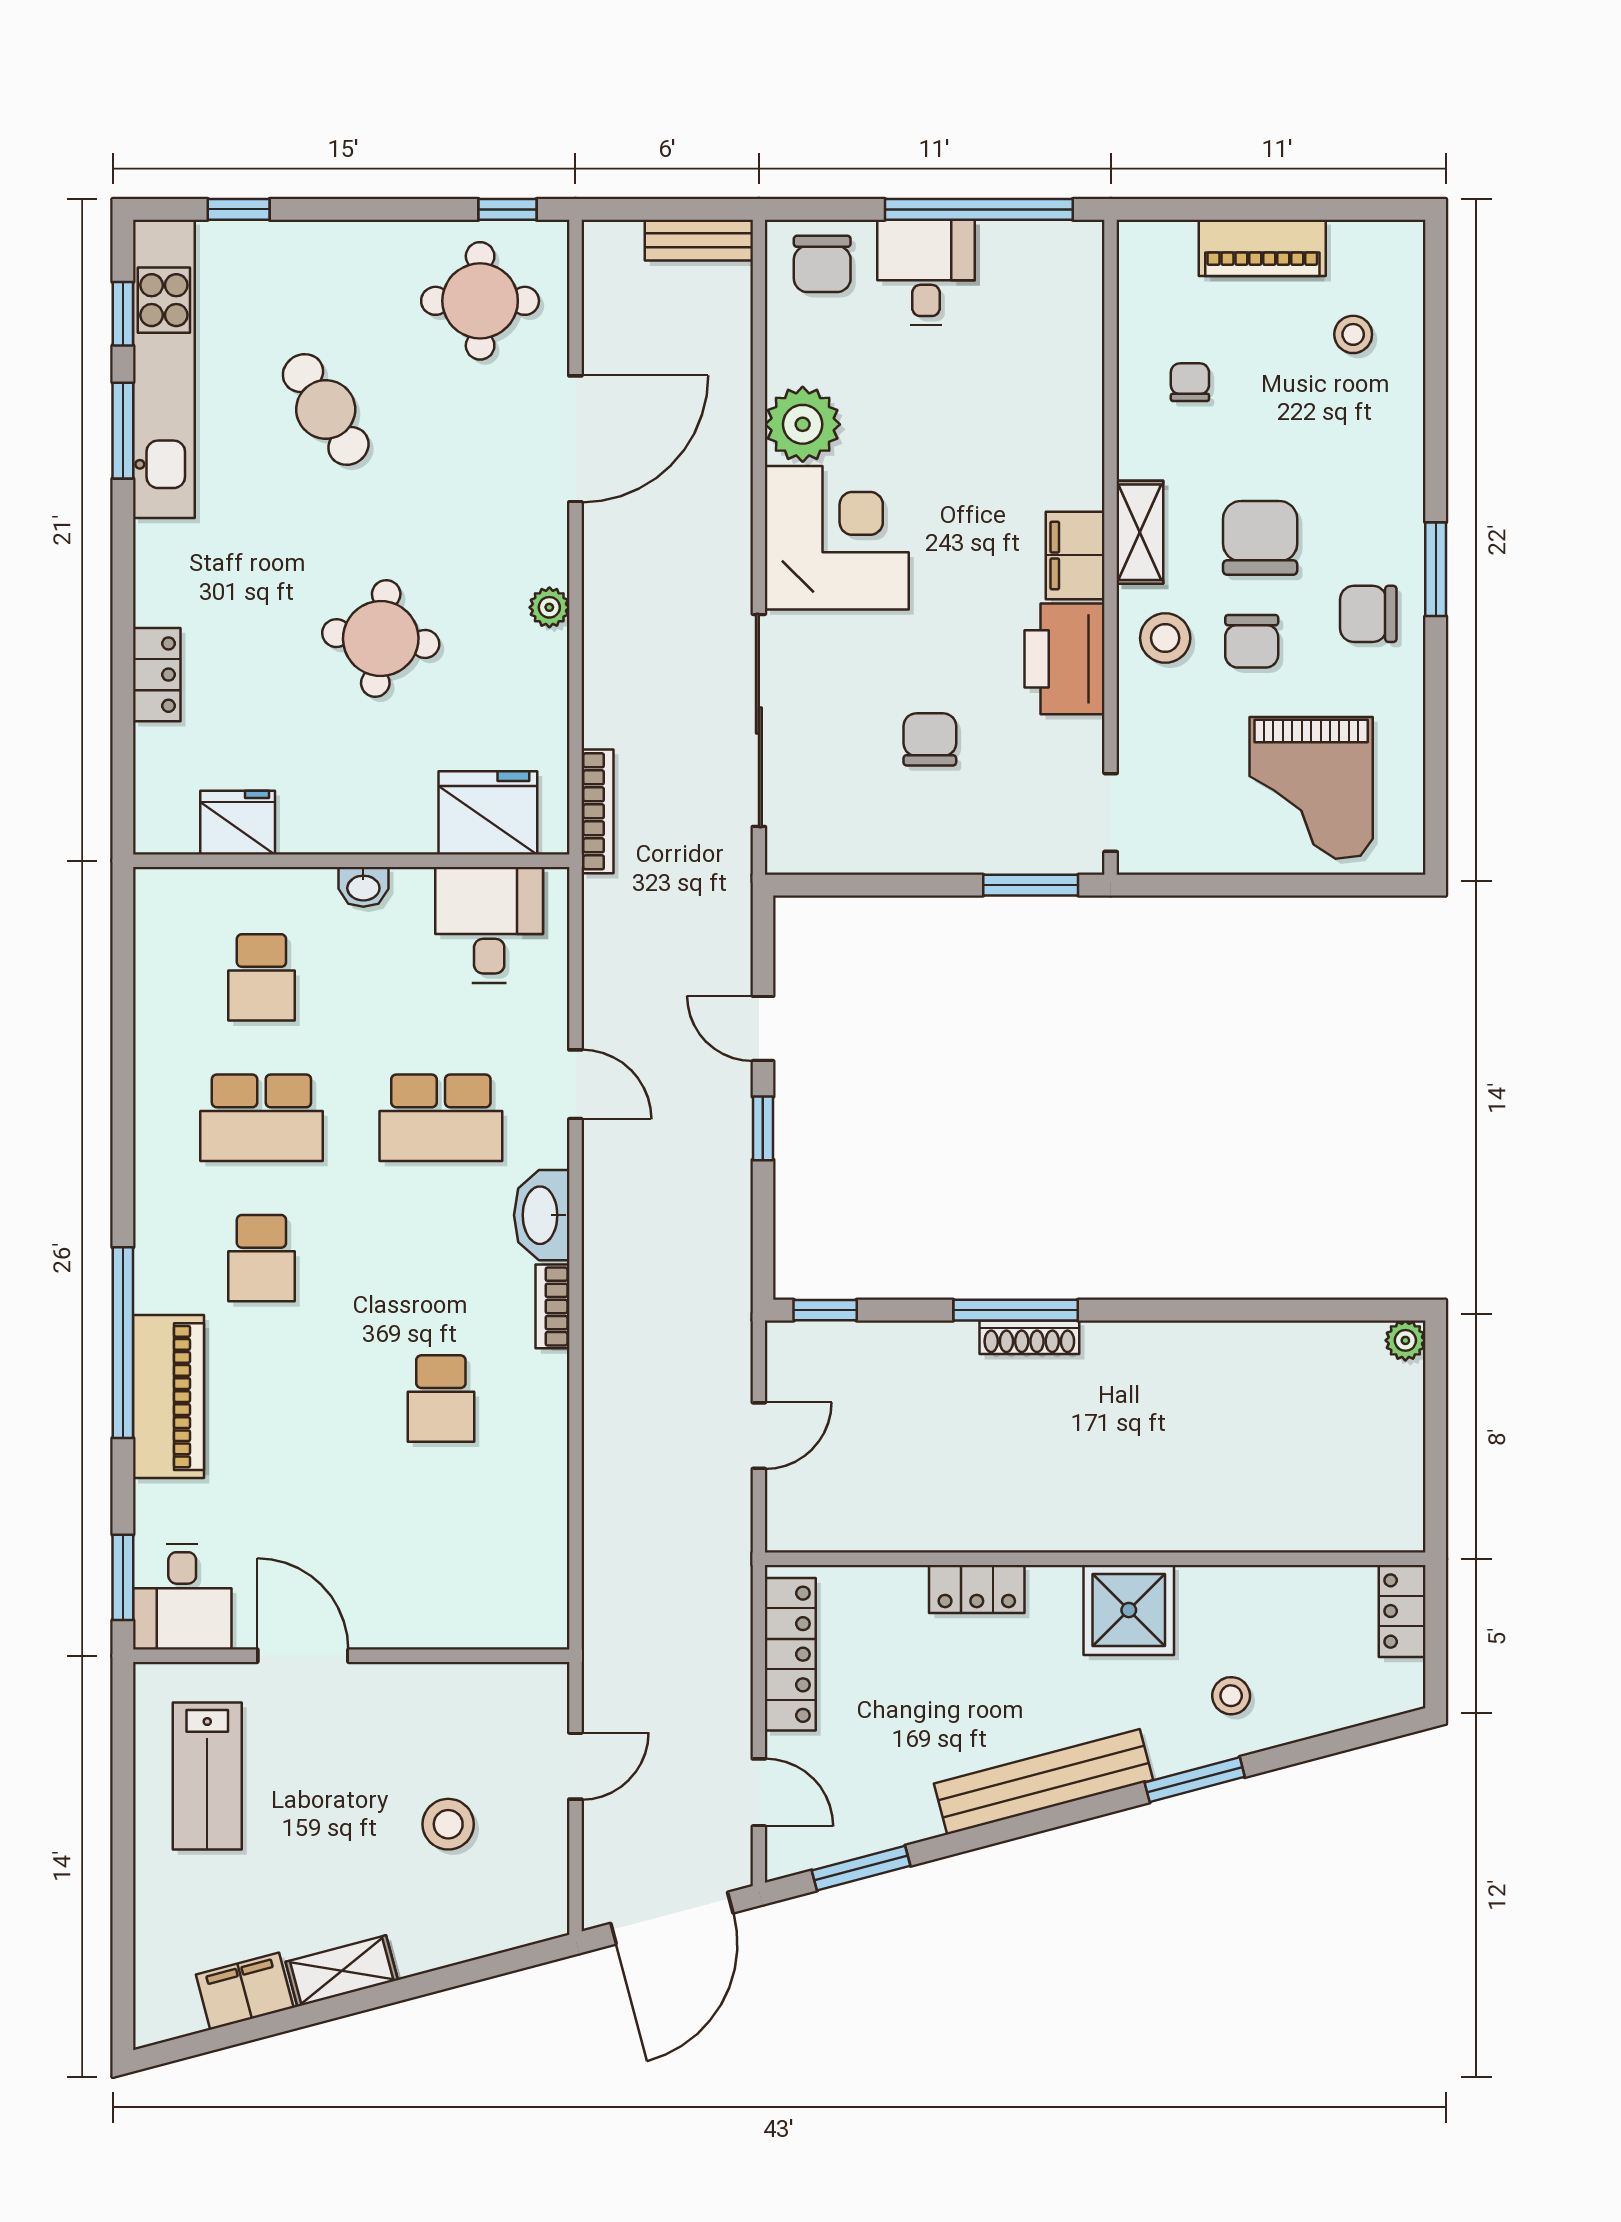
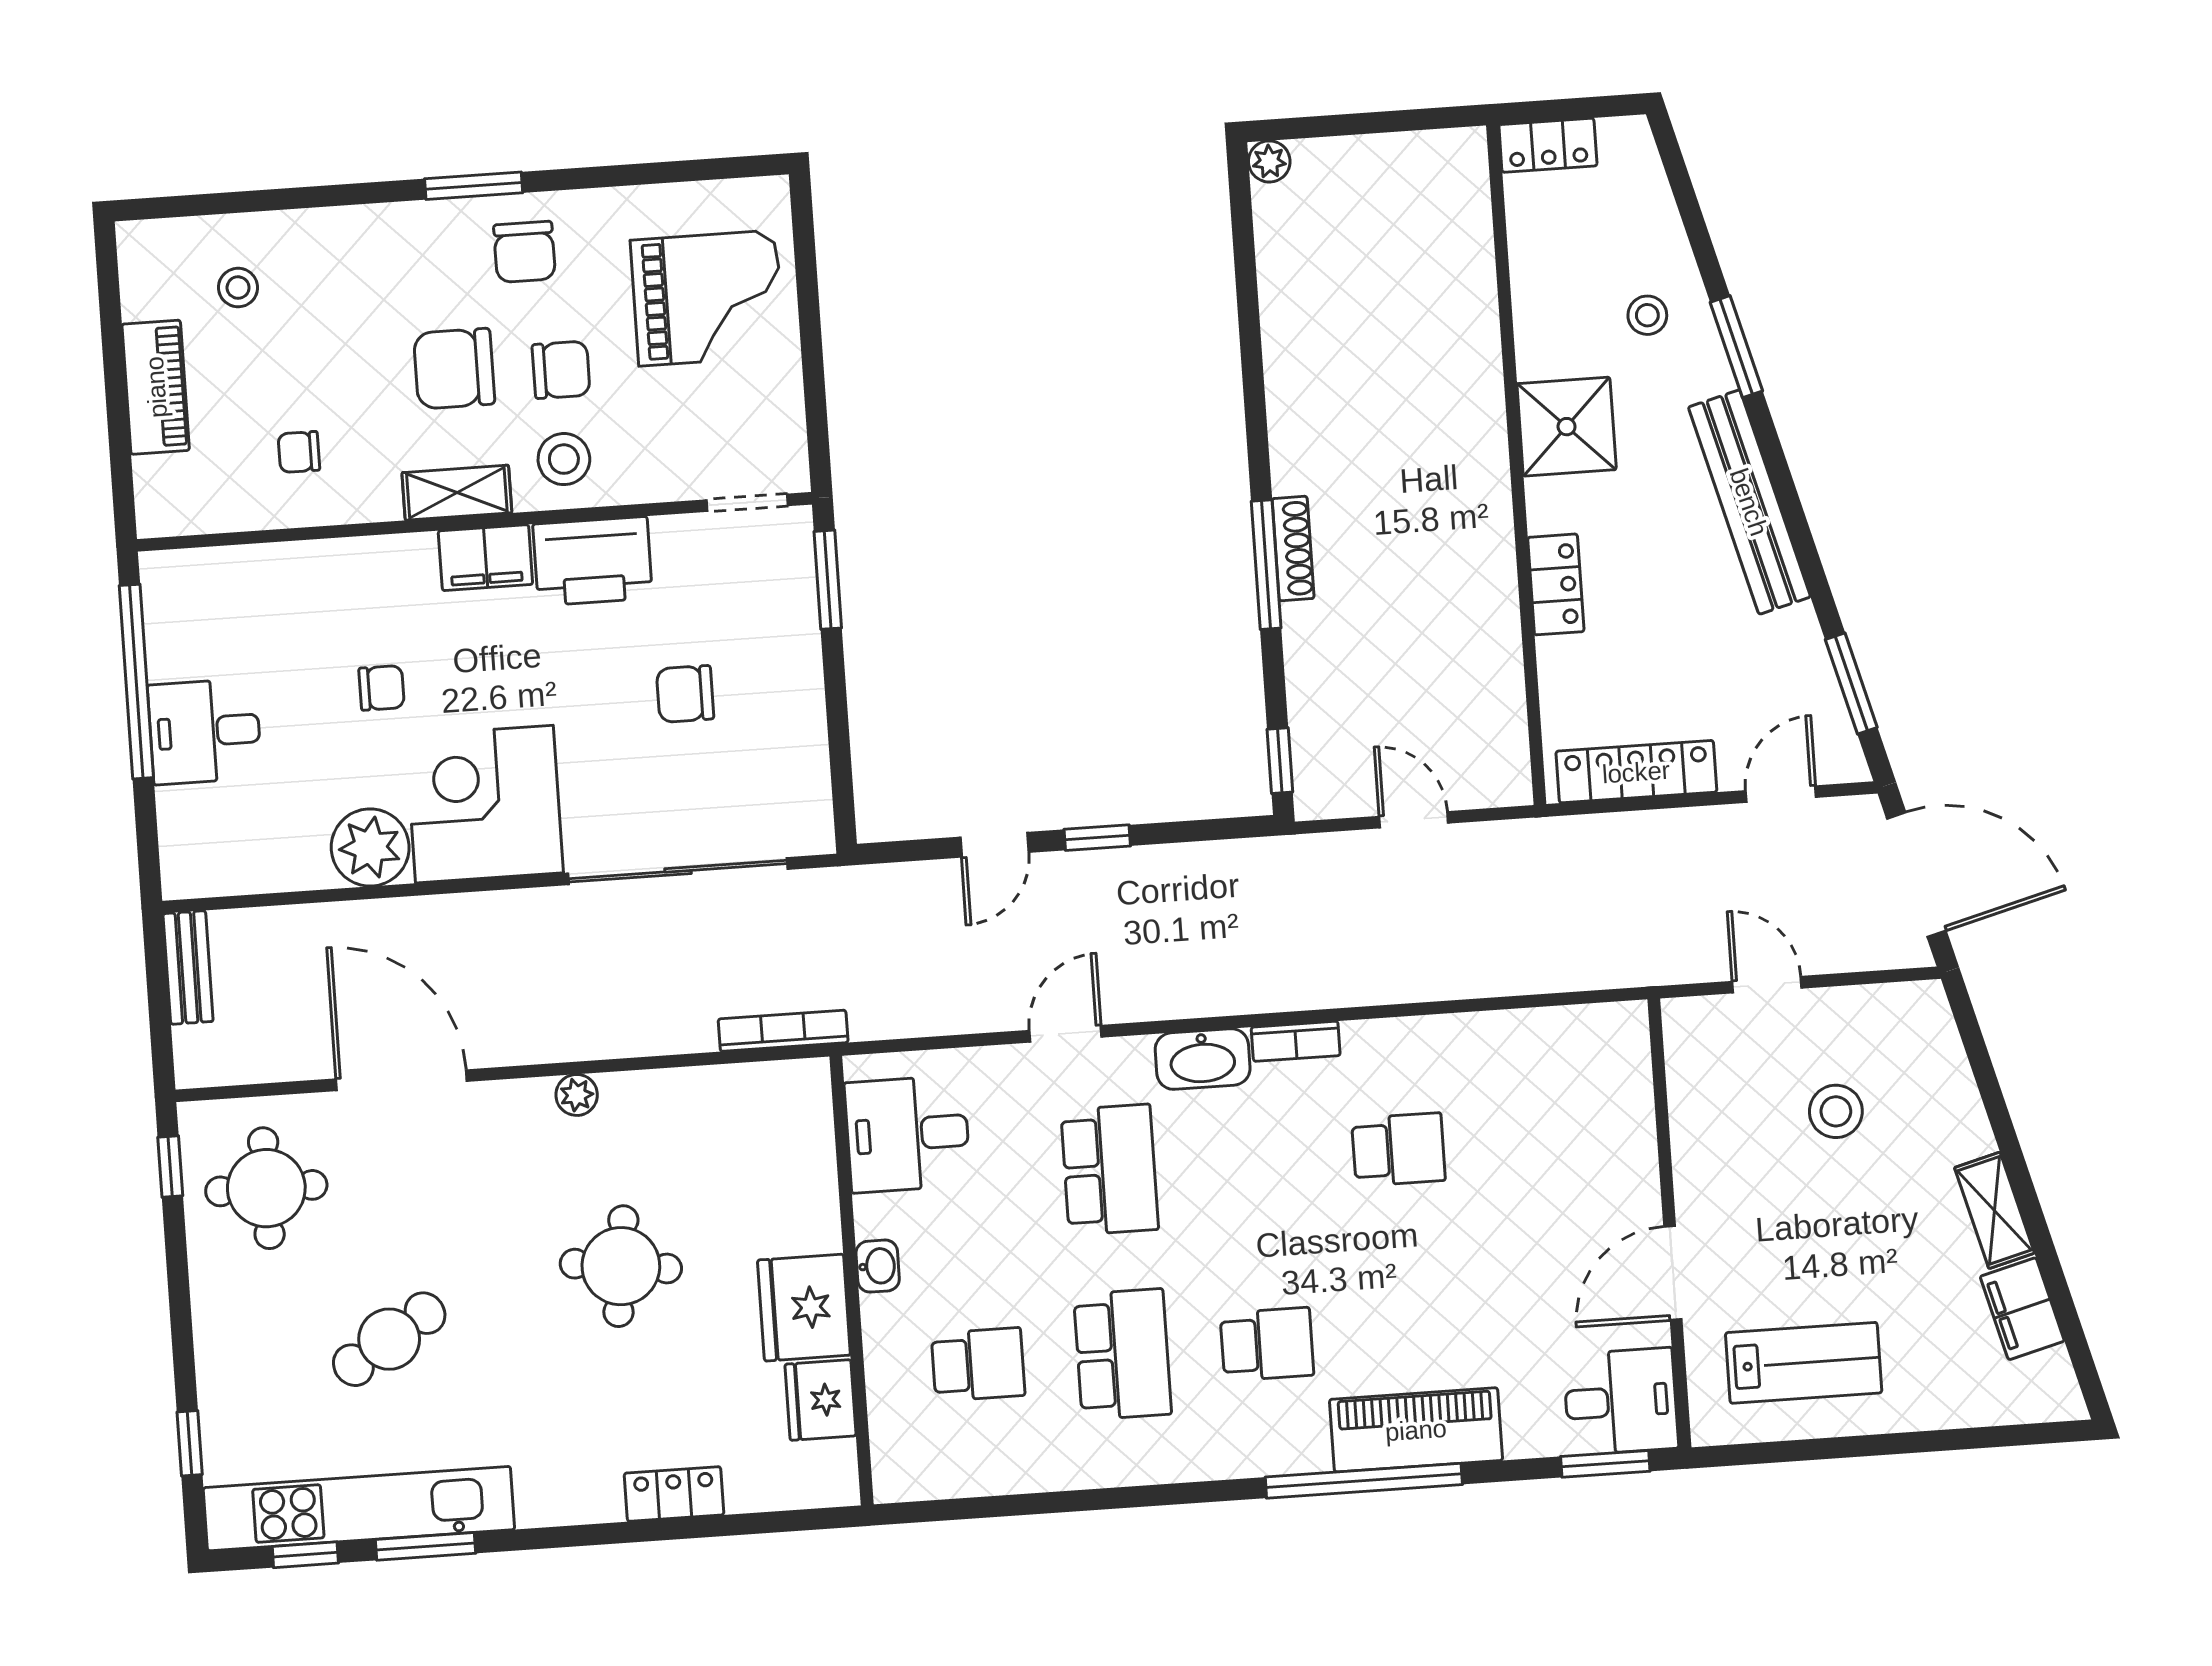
chair: (822, 264) -> (382, 688), moved, width x0.73, depth x0.73
fridge: (488, 813) -> (804, 1308), moved

